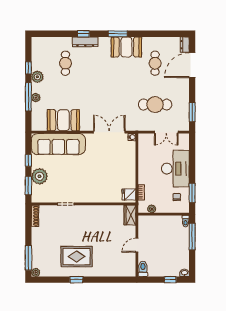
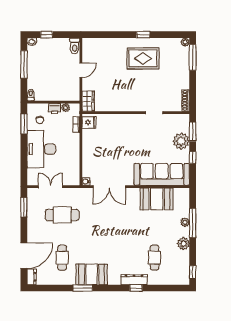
window: (118, 34) -> (83, 288), moved
window: (28, 68) -> (193, 272), moved
printer: (162, 208) -> (55, 109), added
window: (192, 237) -> (24, 65), moved

